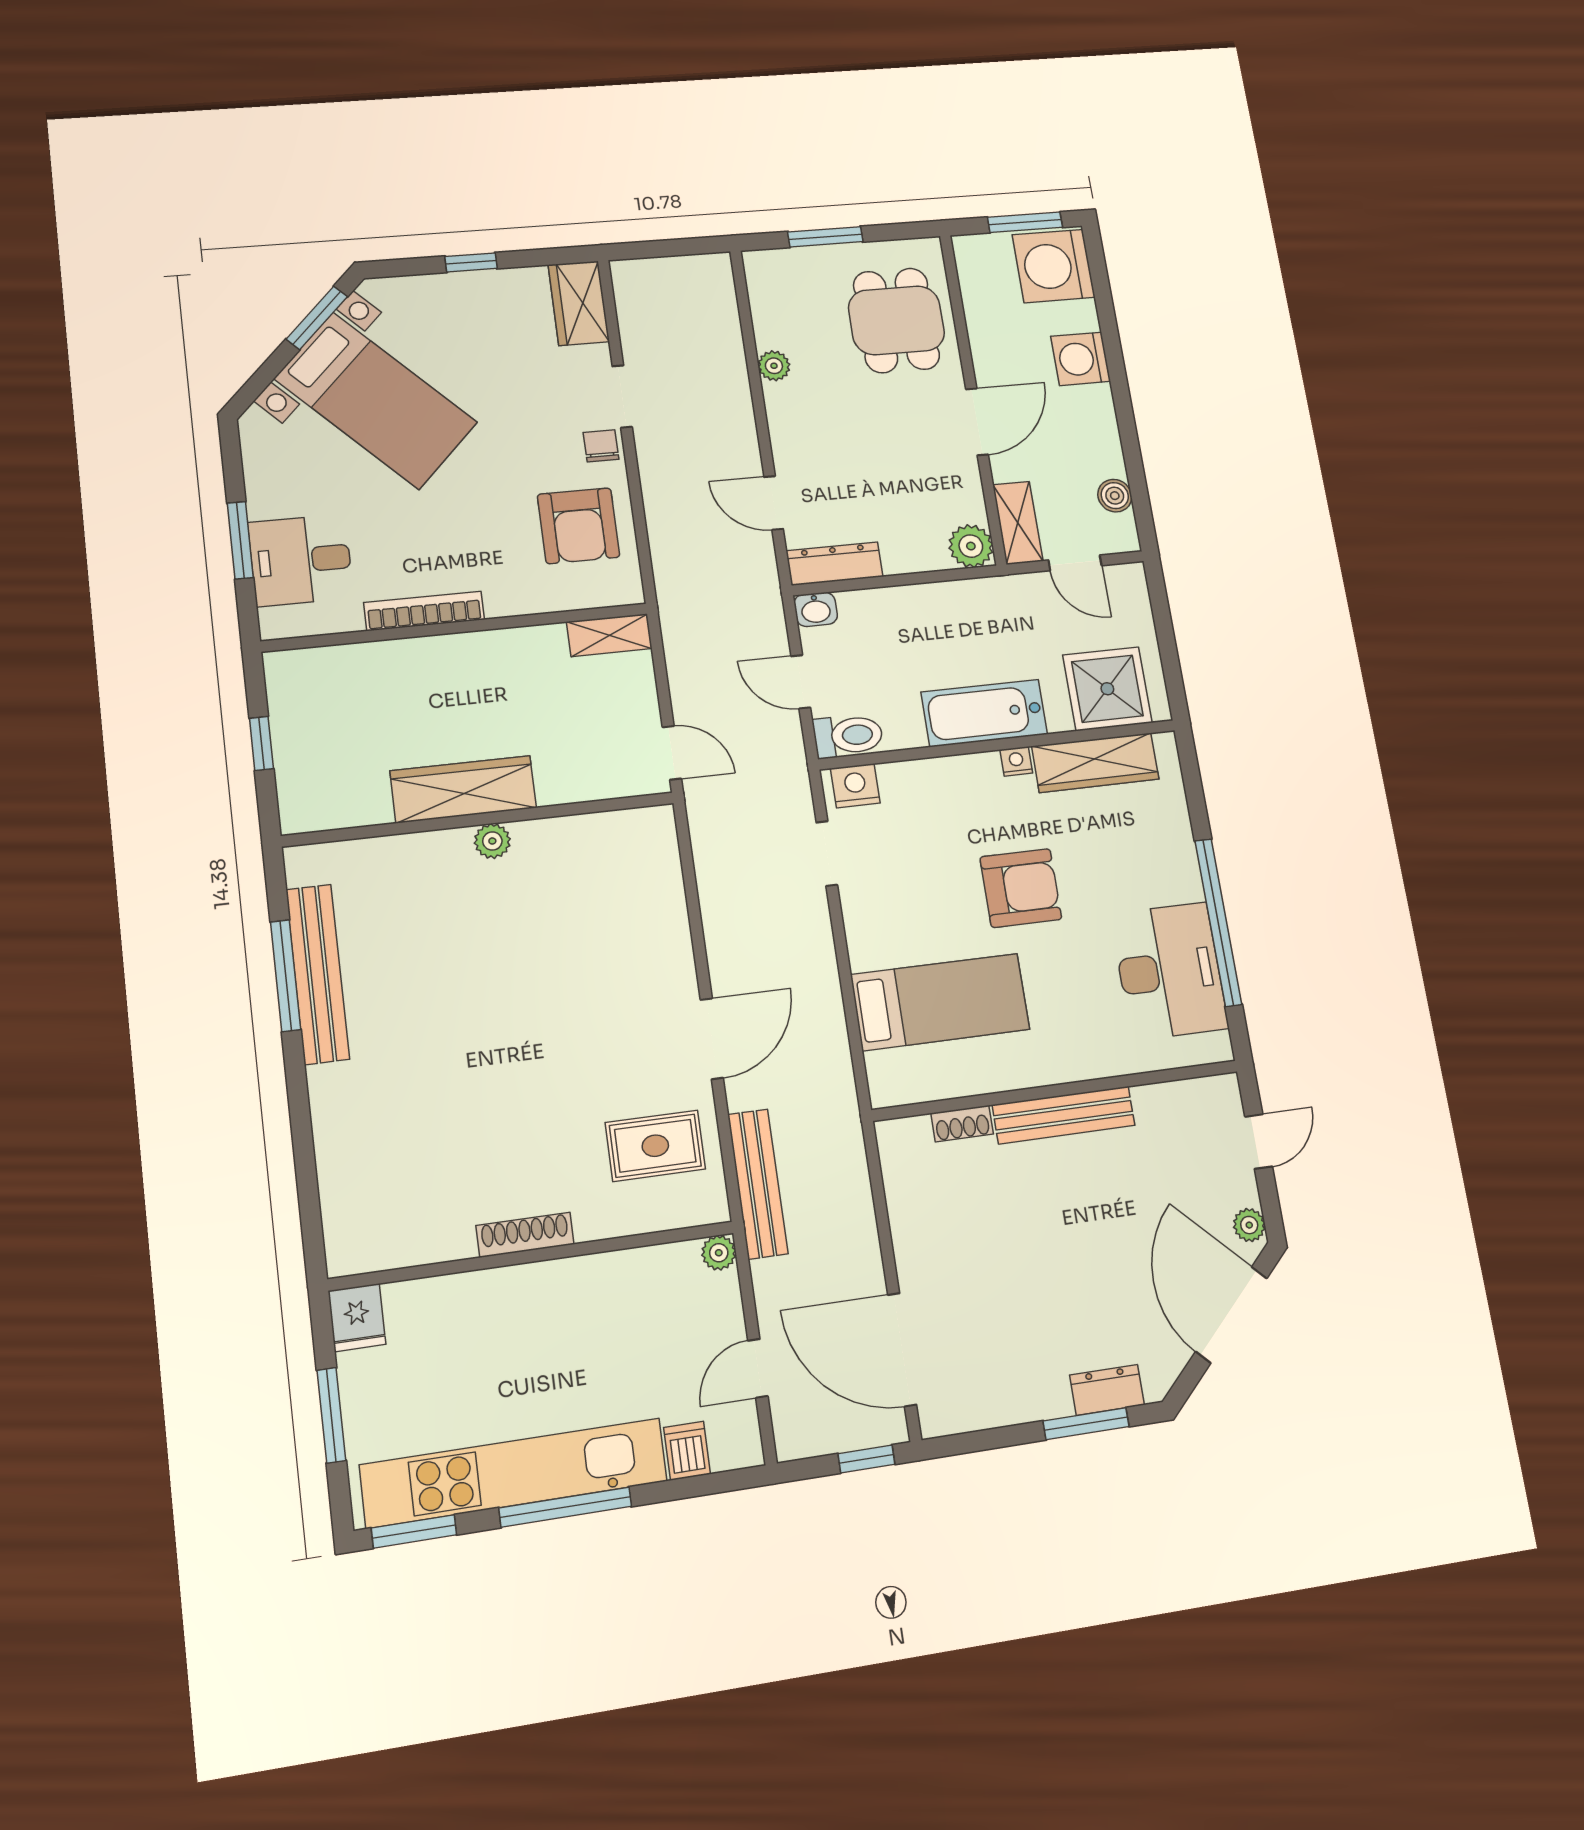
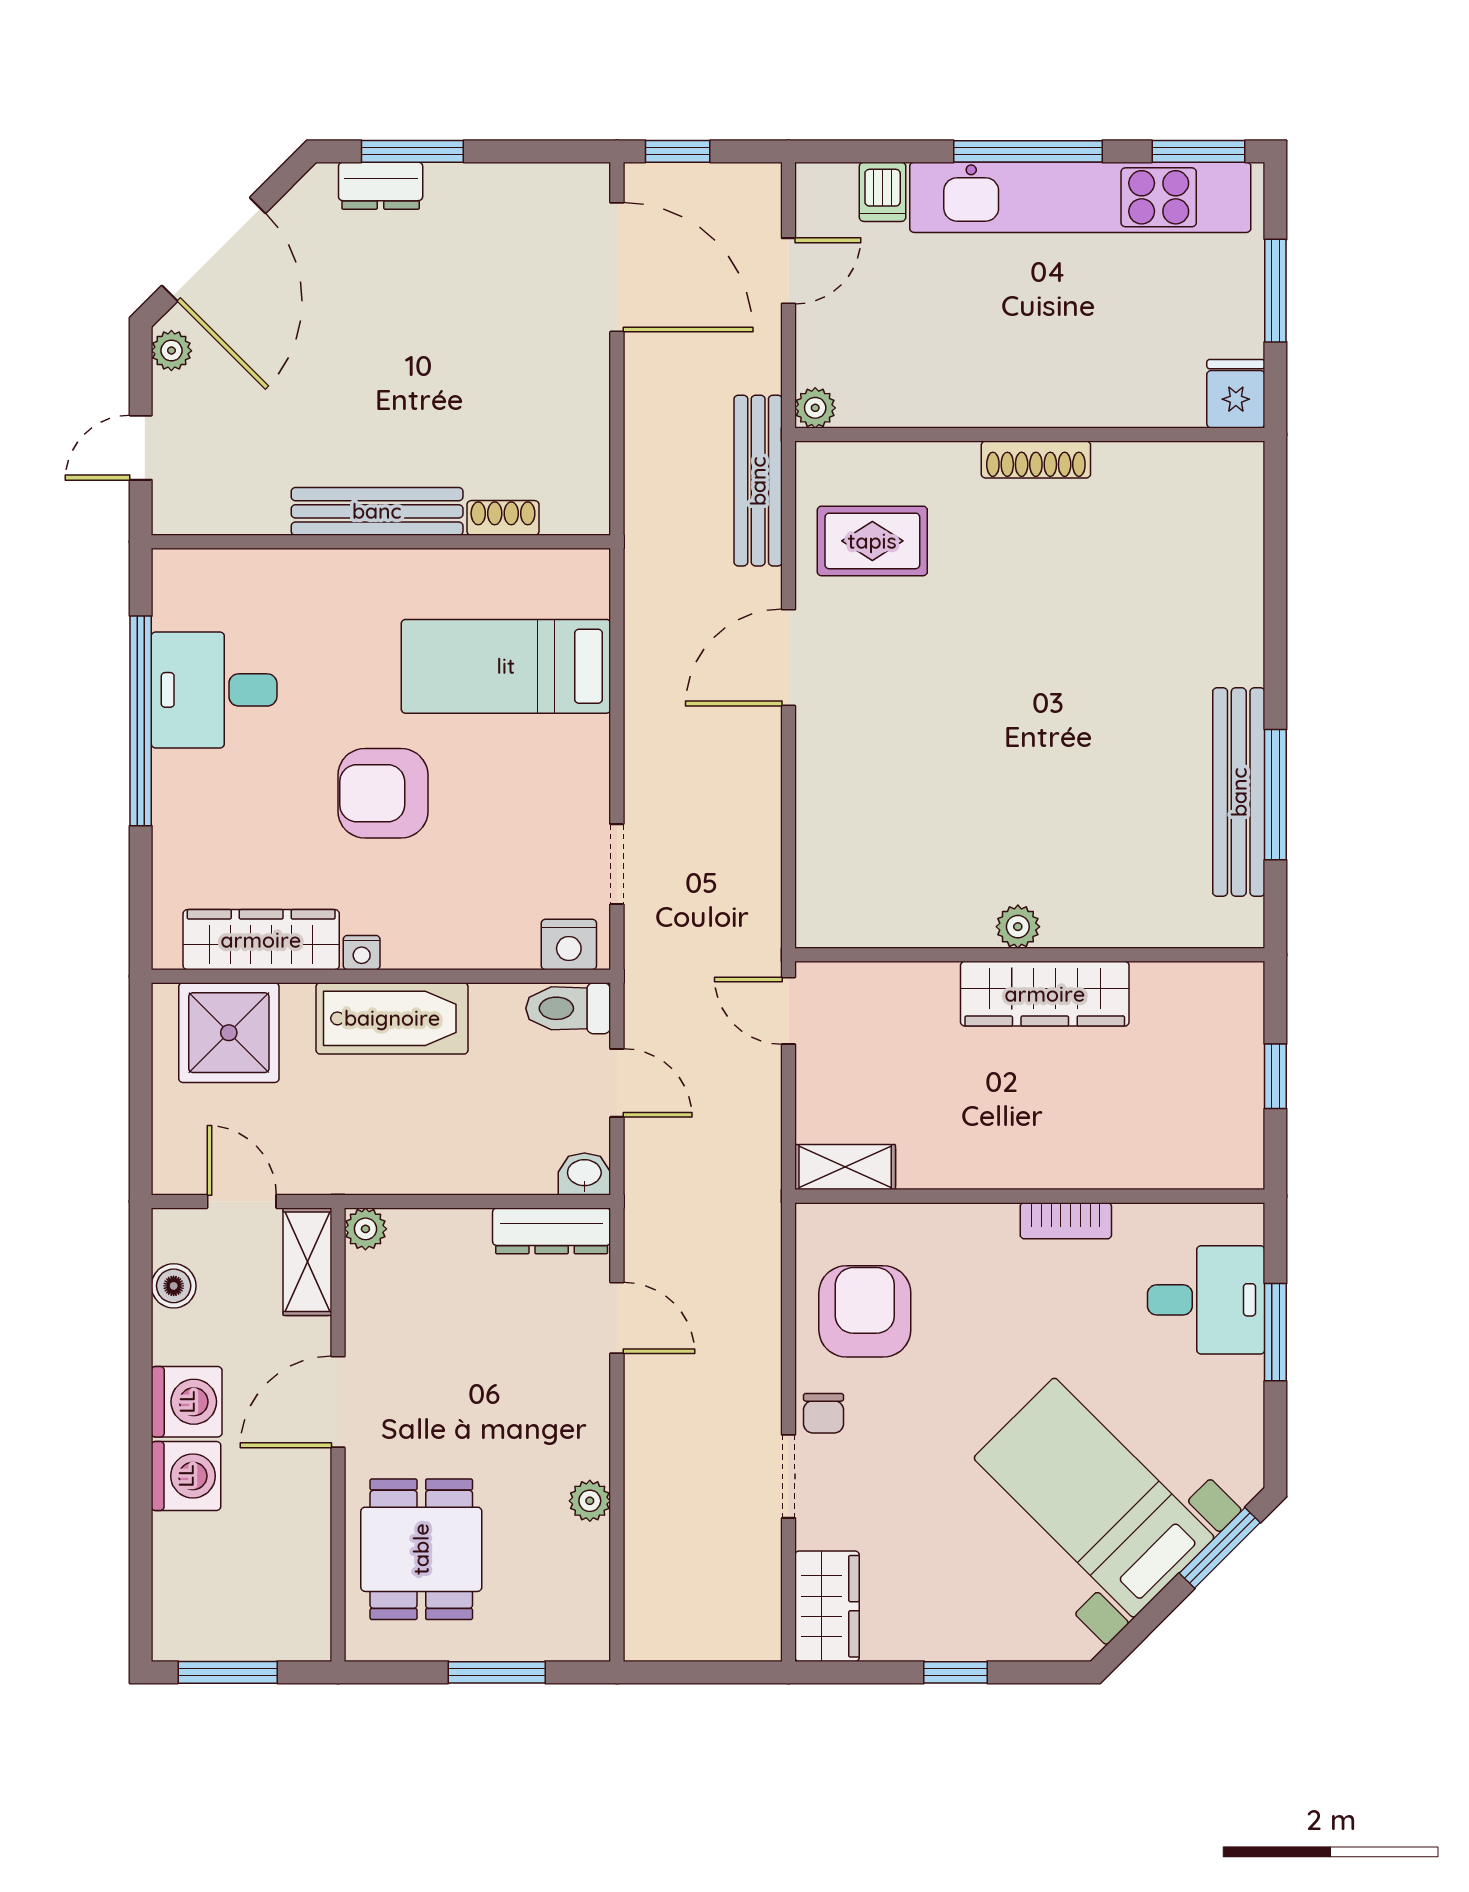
washing machine: (1054, 266) -> (187, 1402), moved, width x0.73, depth x0.73
window: (317, 318) -> (1220, 1548), moved
plant: (971, 546) -> (365, 1229), width x0.73, depth x0.73
bookcase: (424, 611) -> (1066, 1221), width x0.64
desk: (1169, 971) -> (214, 690), width x0.73

